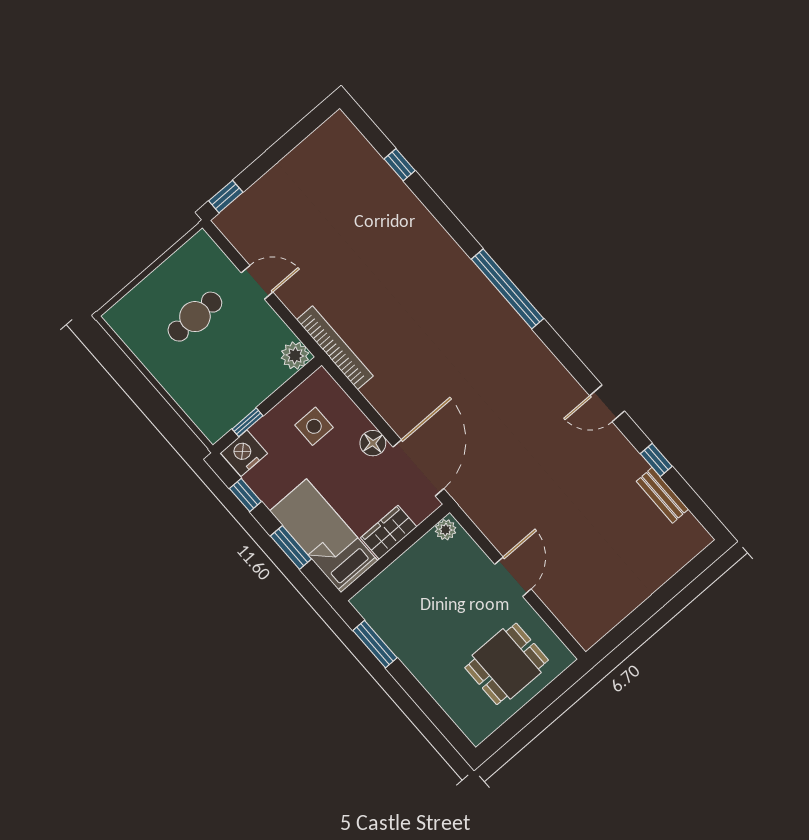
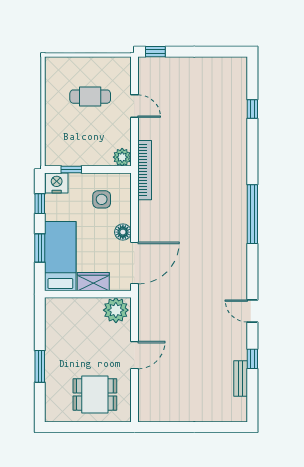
plant: (446, 530) -> (116, 310), width x1.87, depth x1.87
window: (375, 644) -> (40, 366), moved

